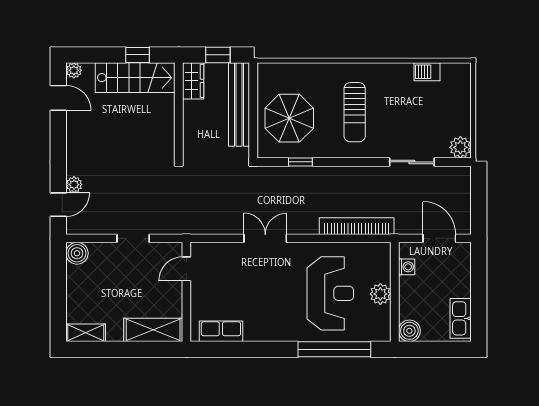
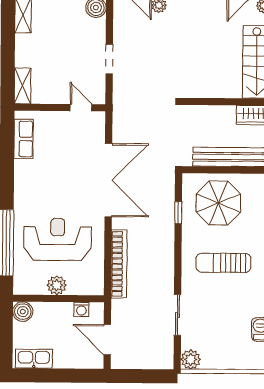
double door: (265, 238) -> (108, 180), width x1.87
door: (439, 238) -> (107, 340), swing flipped
reception desk: (330, 293) -> (58, 239), turned 180
shelving: (153, 330) -> (23, 86), width x0.67, depth x0.75

